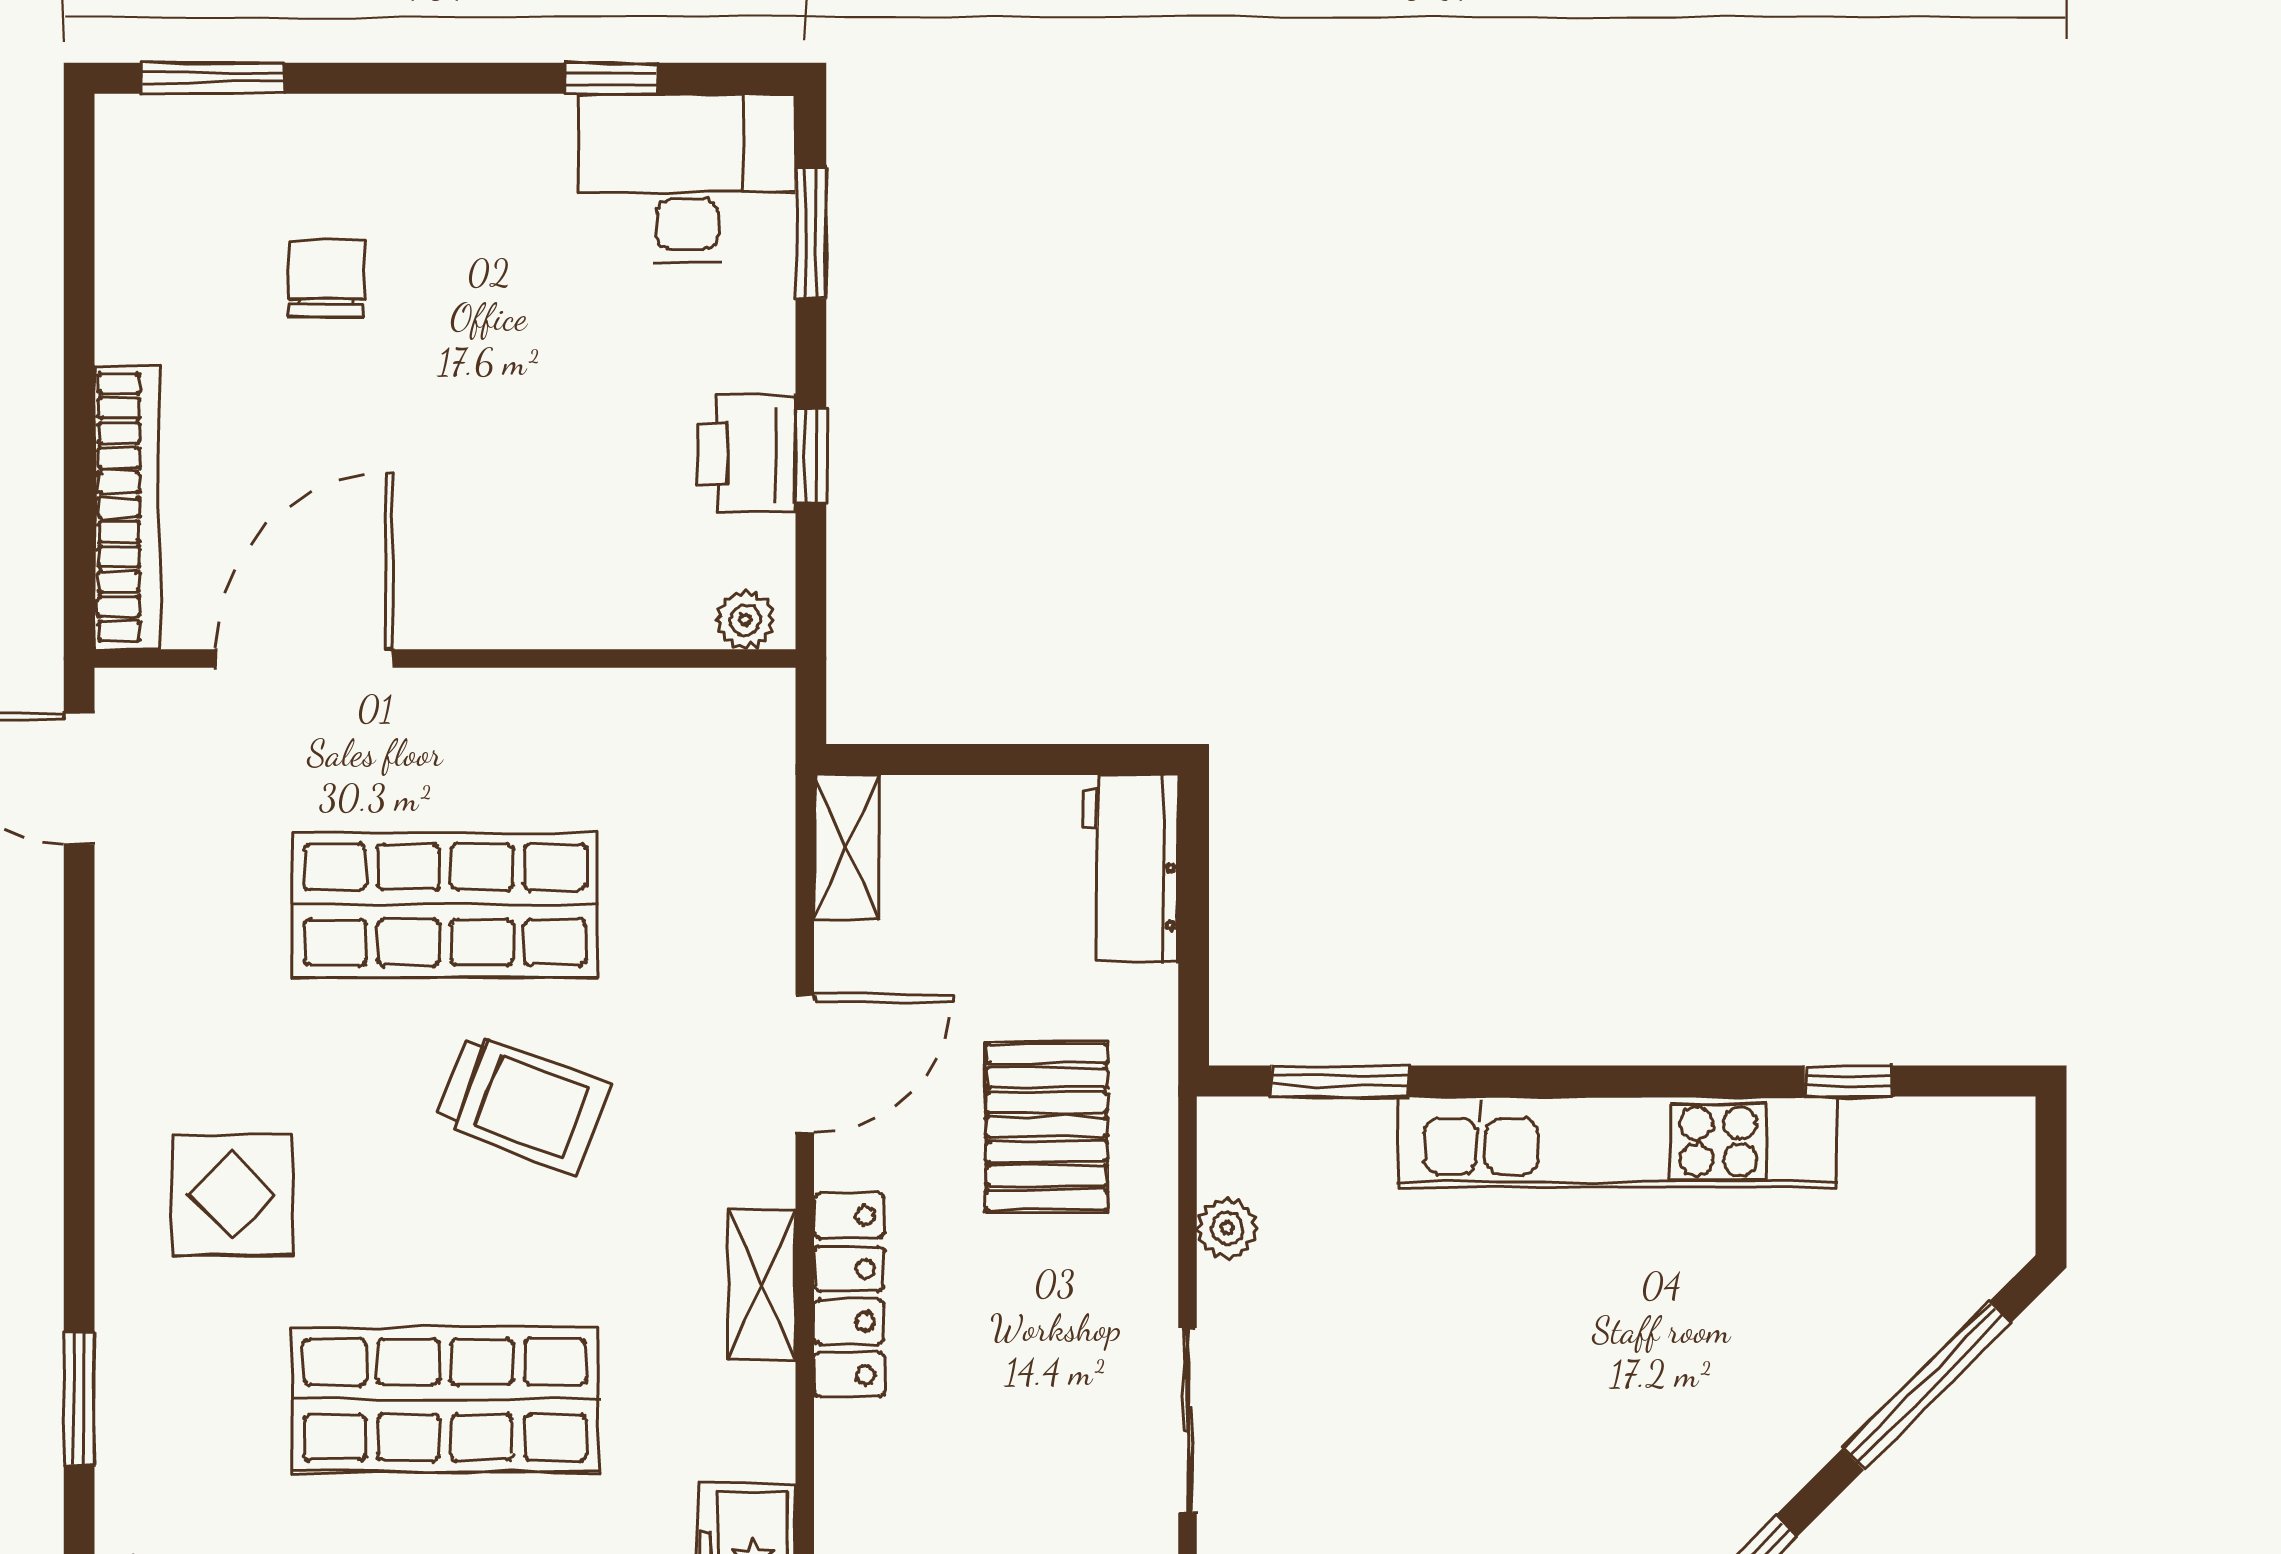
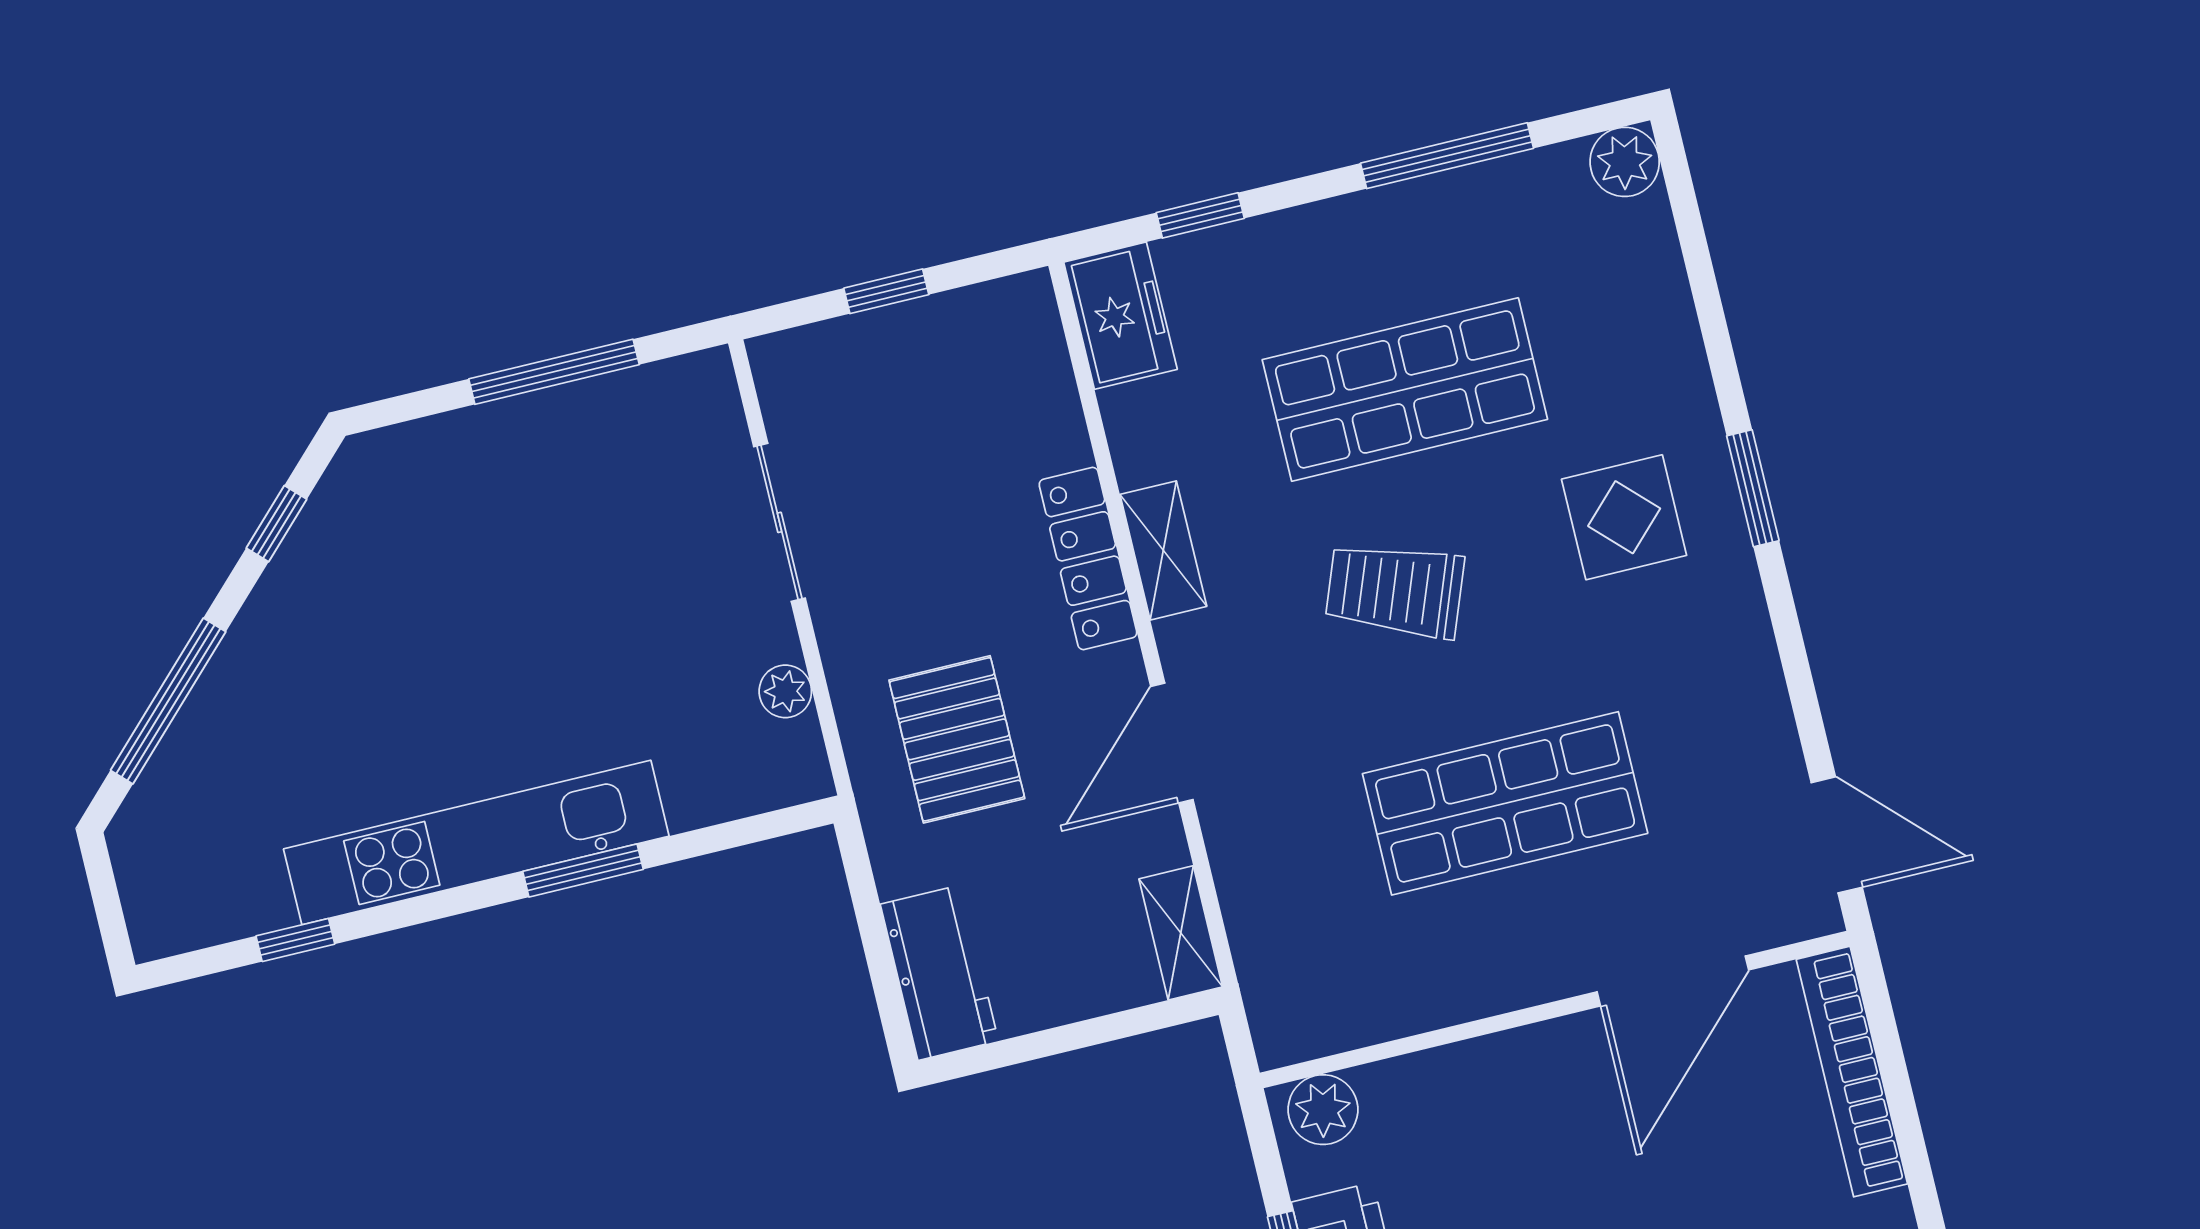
plant: (745, 620) -> (1323, 1110), width x1.38, depth x1.38
window: (1340, 1081) -> (583, 870), moved
trolley: (522, 1103) -> (1395, 590), moved
window: (79, 1399) -> (1753, 488), moved

